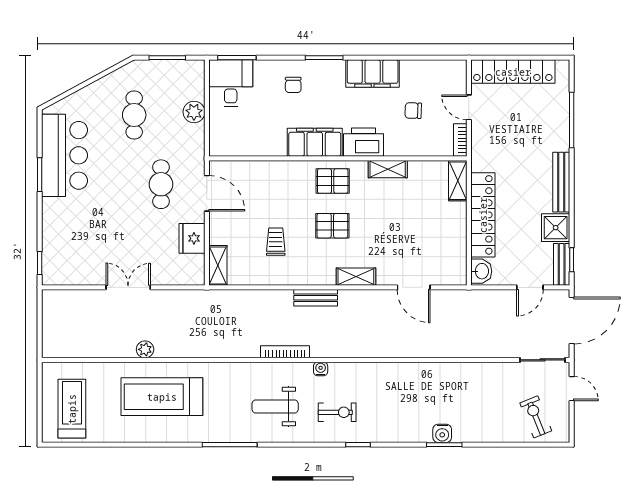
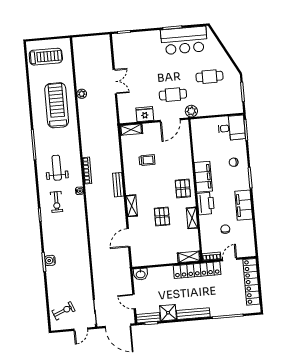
plant: (194, 112) -> (191, 111), moved
locker: (483, 215) -> (197, 270), moved
pallet: (332, 226) -> (162, 216), moved

